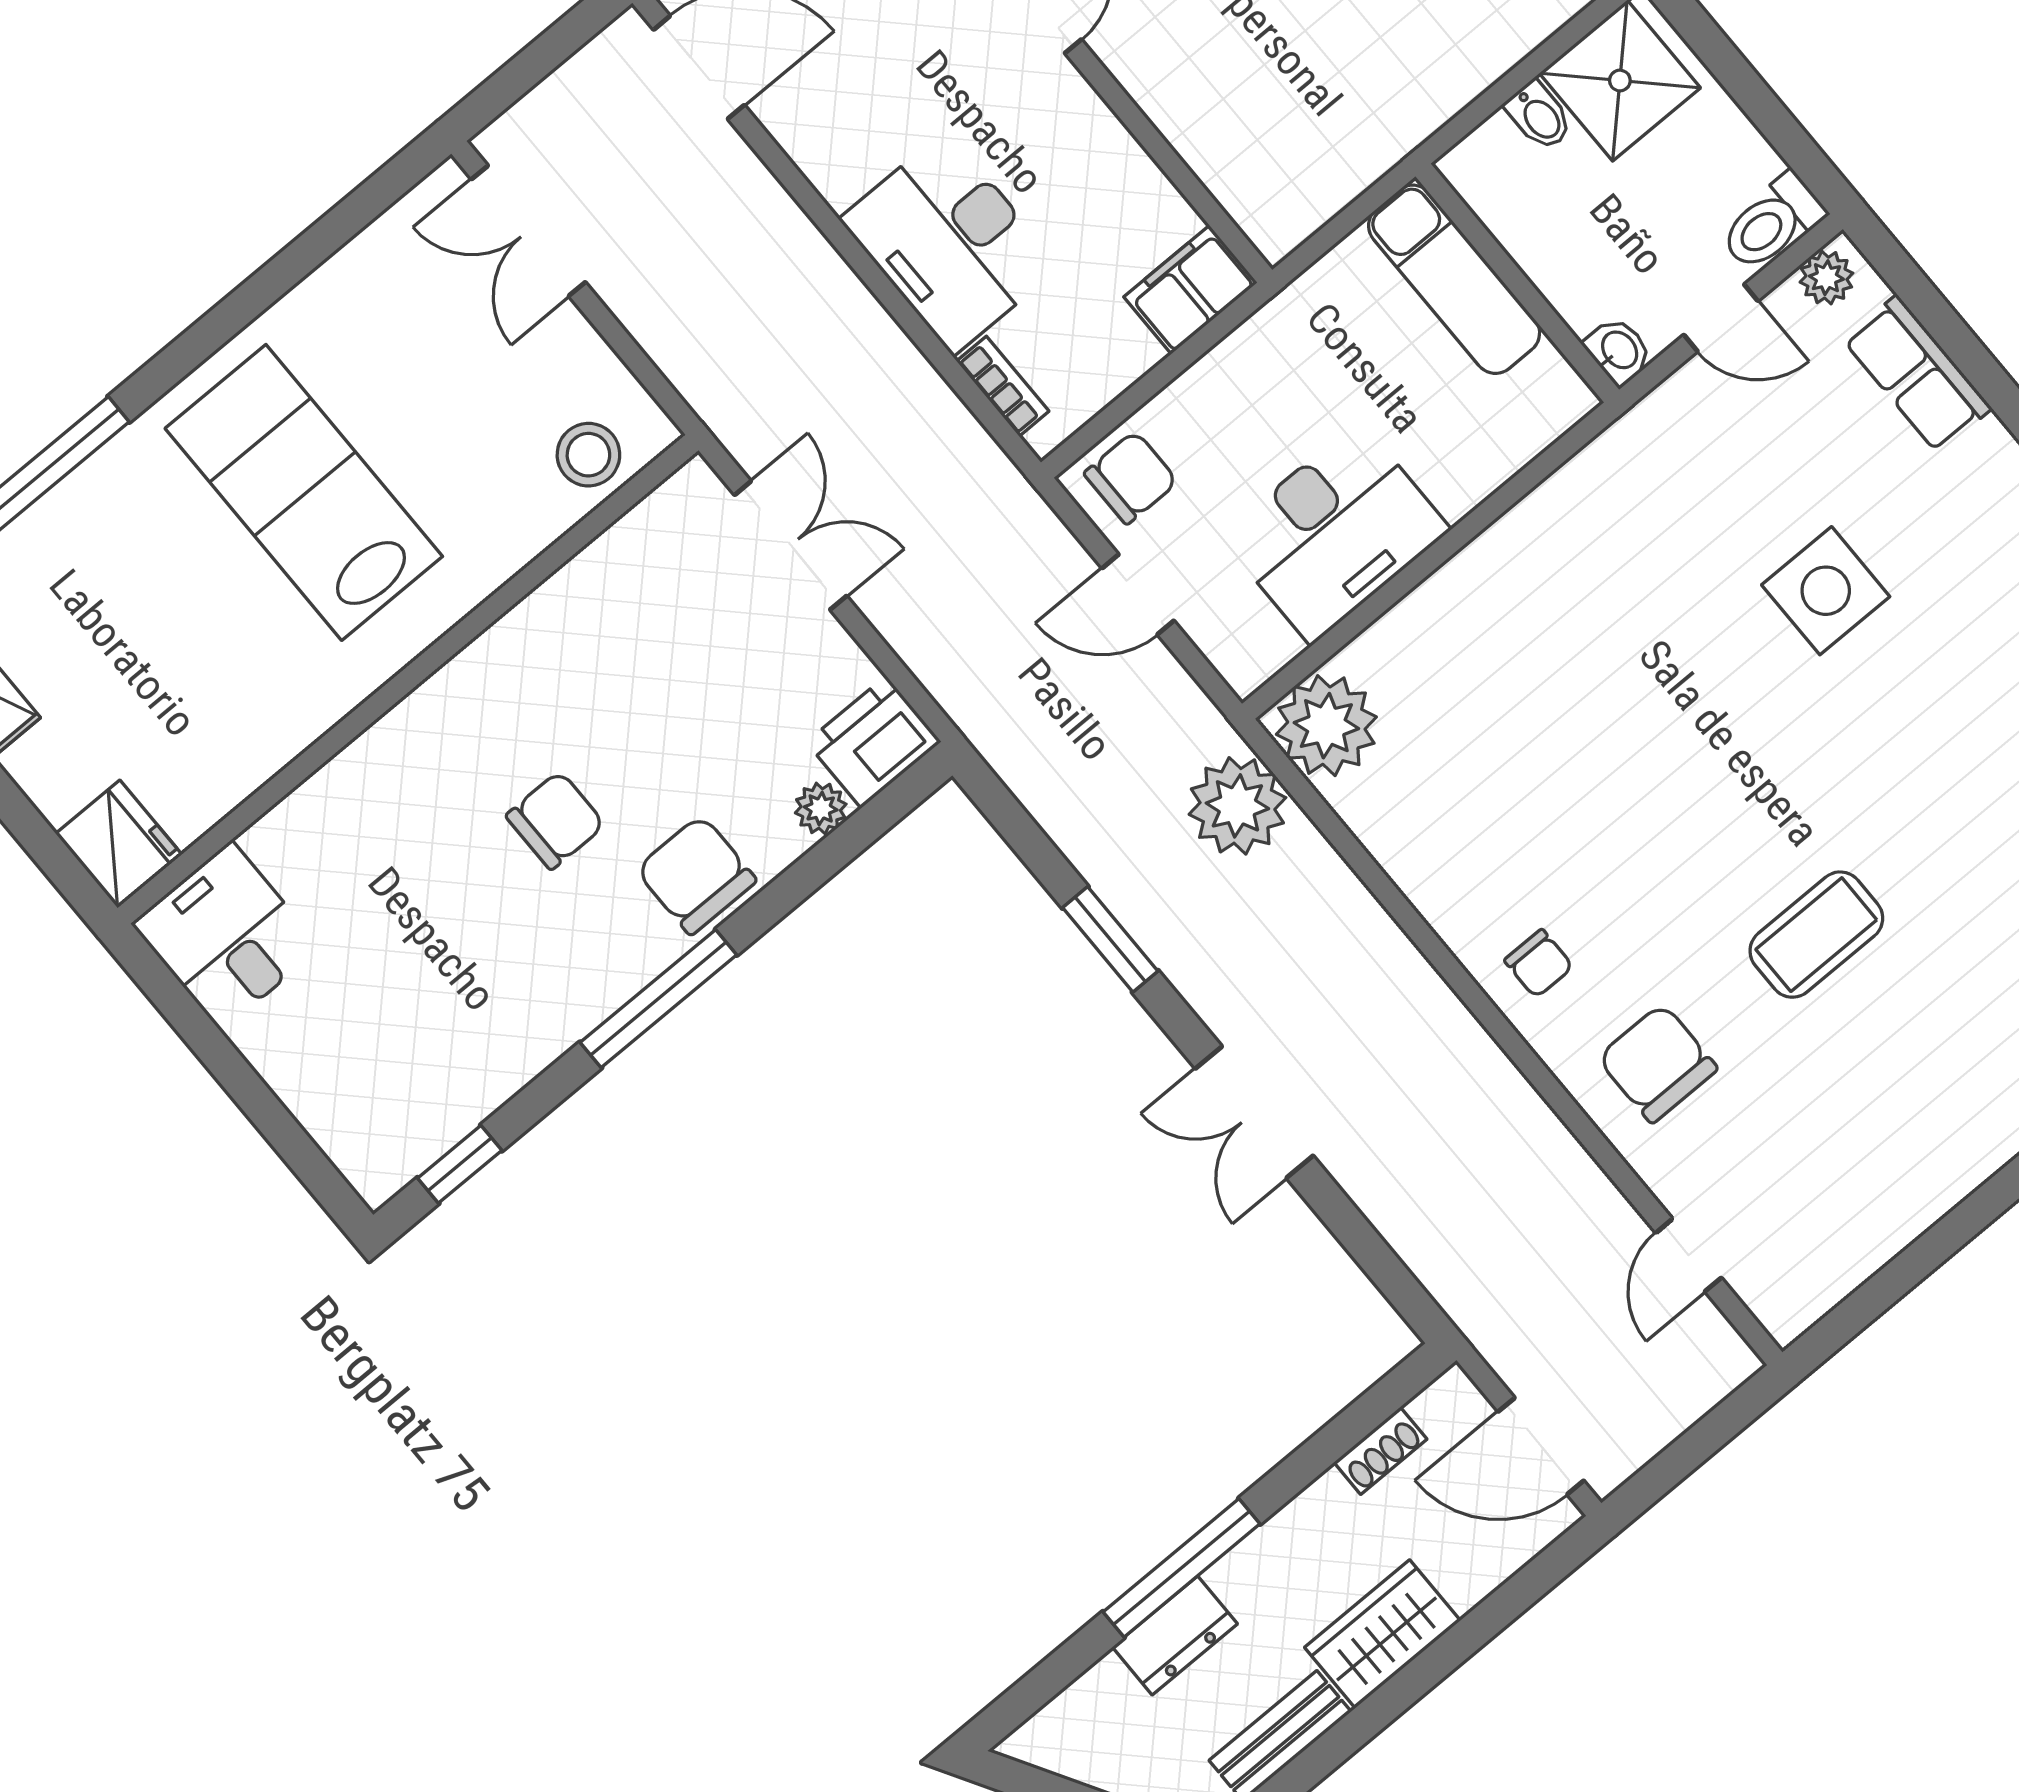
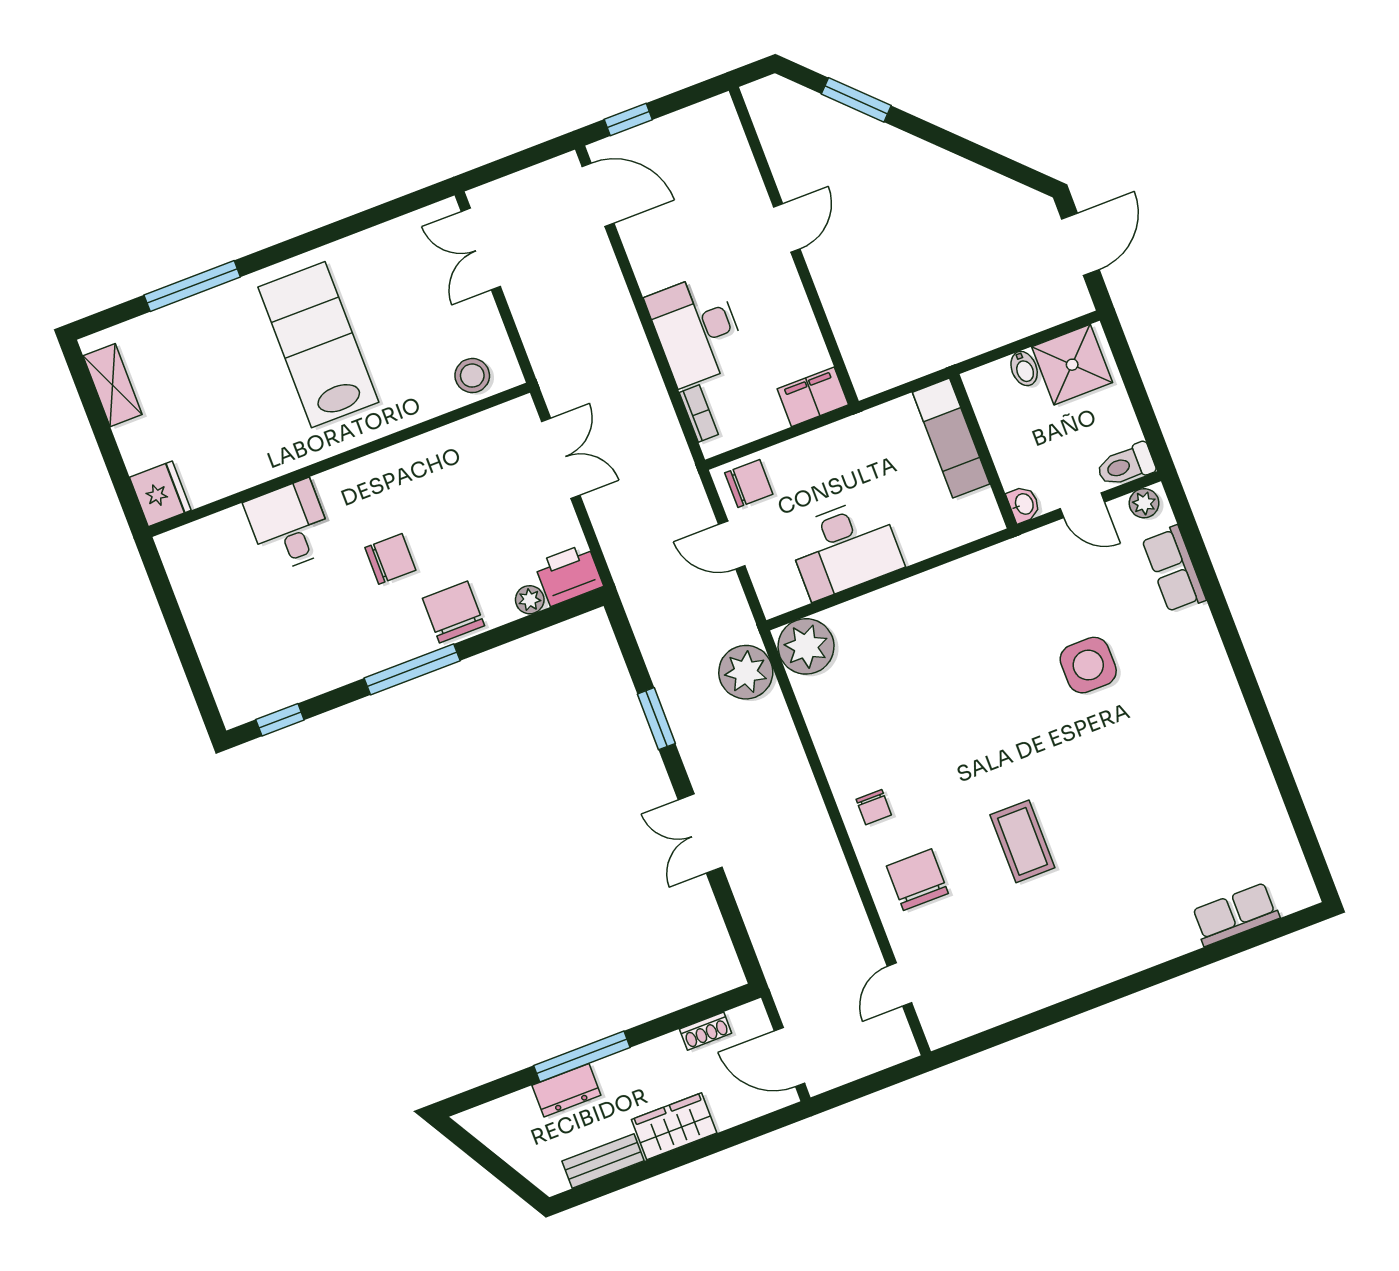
desk: (226, 935) -> (289, 526), moved
coffee table: (1816, 935) -> (1022, 841), turned 90

